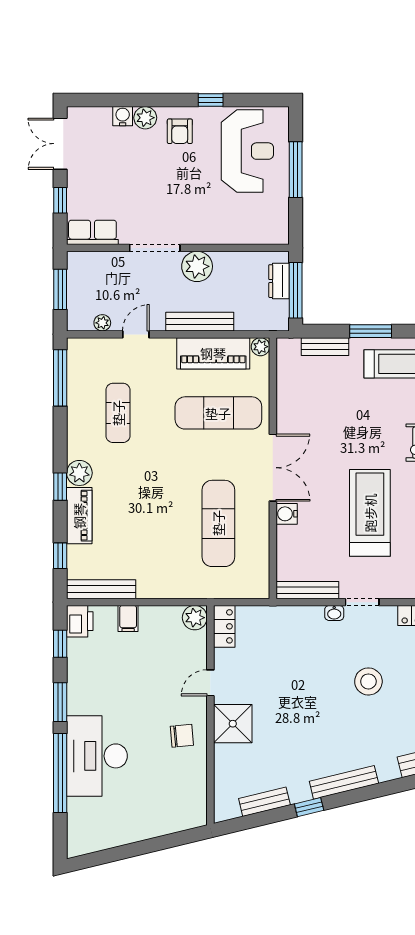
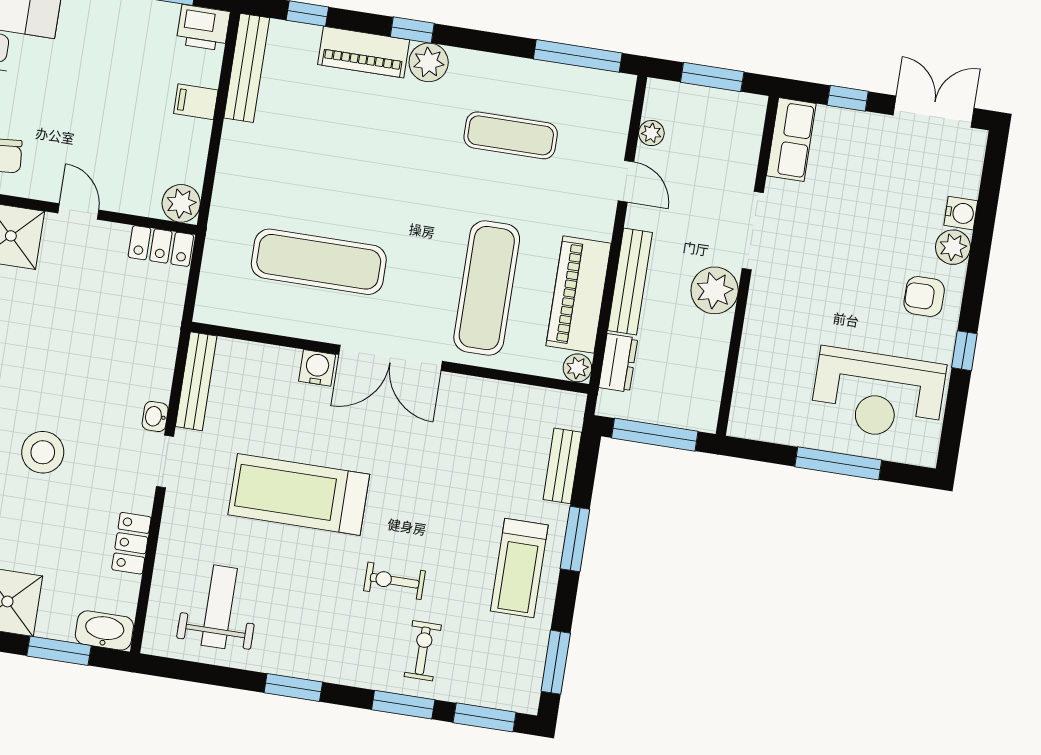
dresser: (279, 281) -> (618, 363), moved, turned 90
treadmill: (370, 513) -> (299, 494), turned 180

